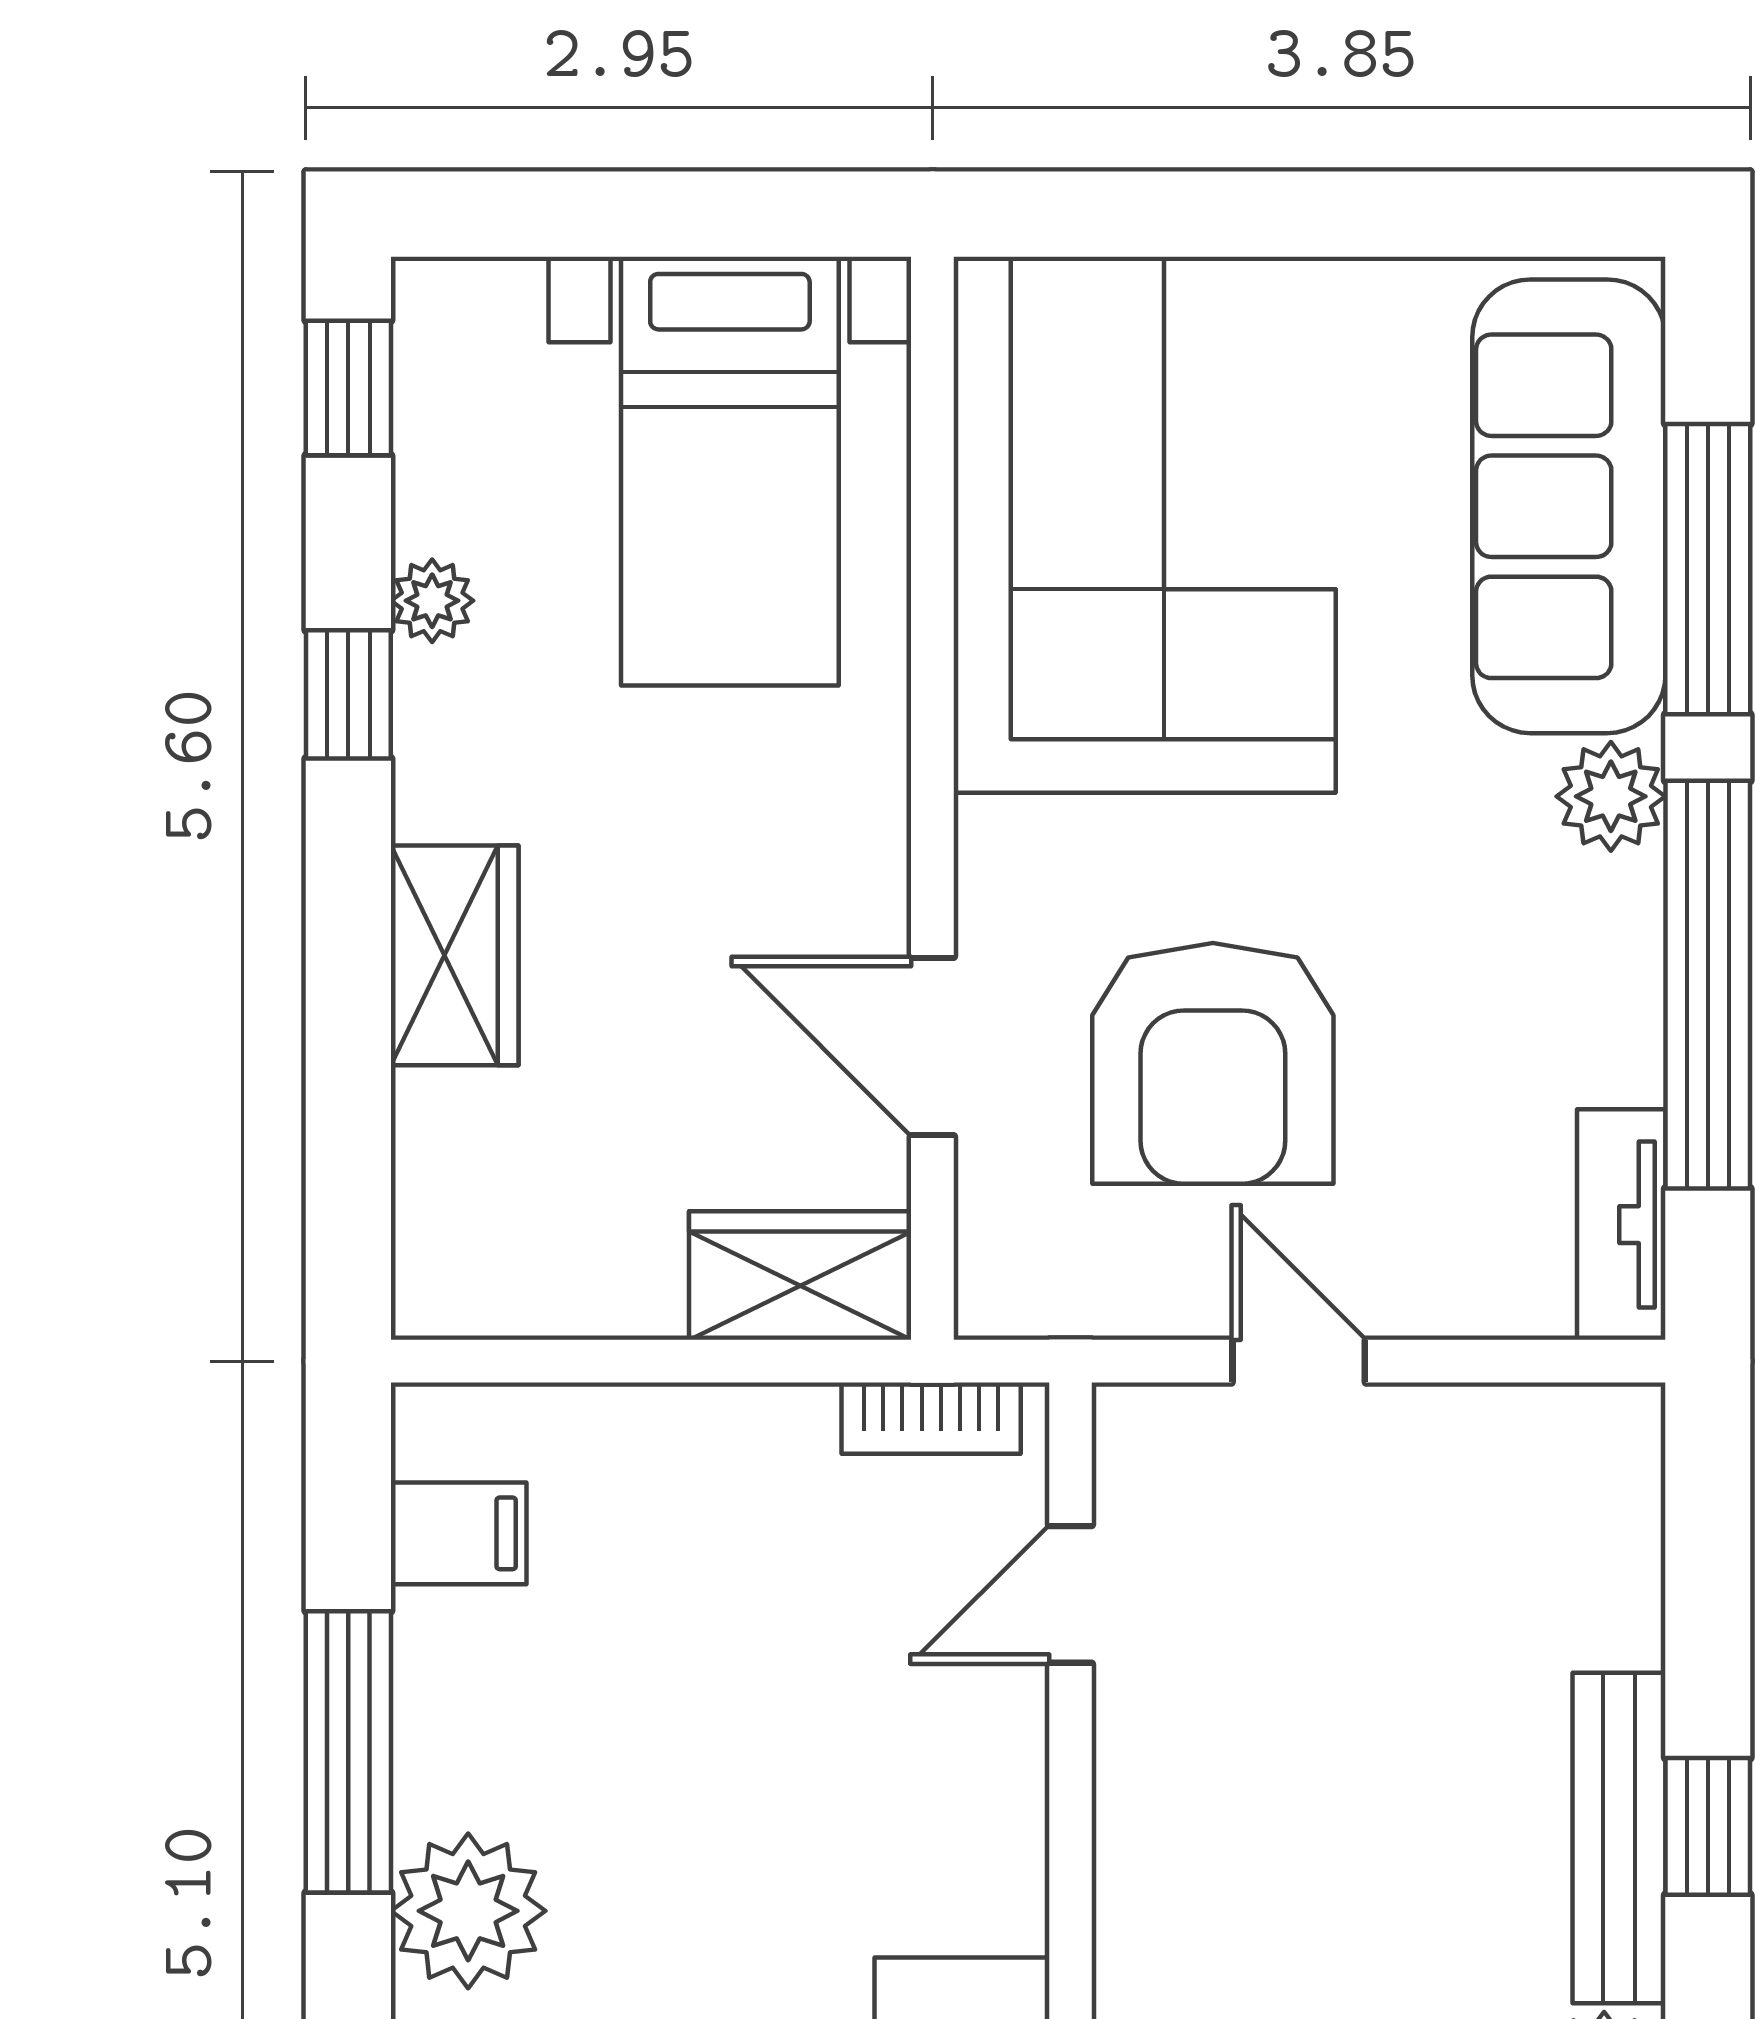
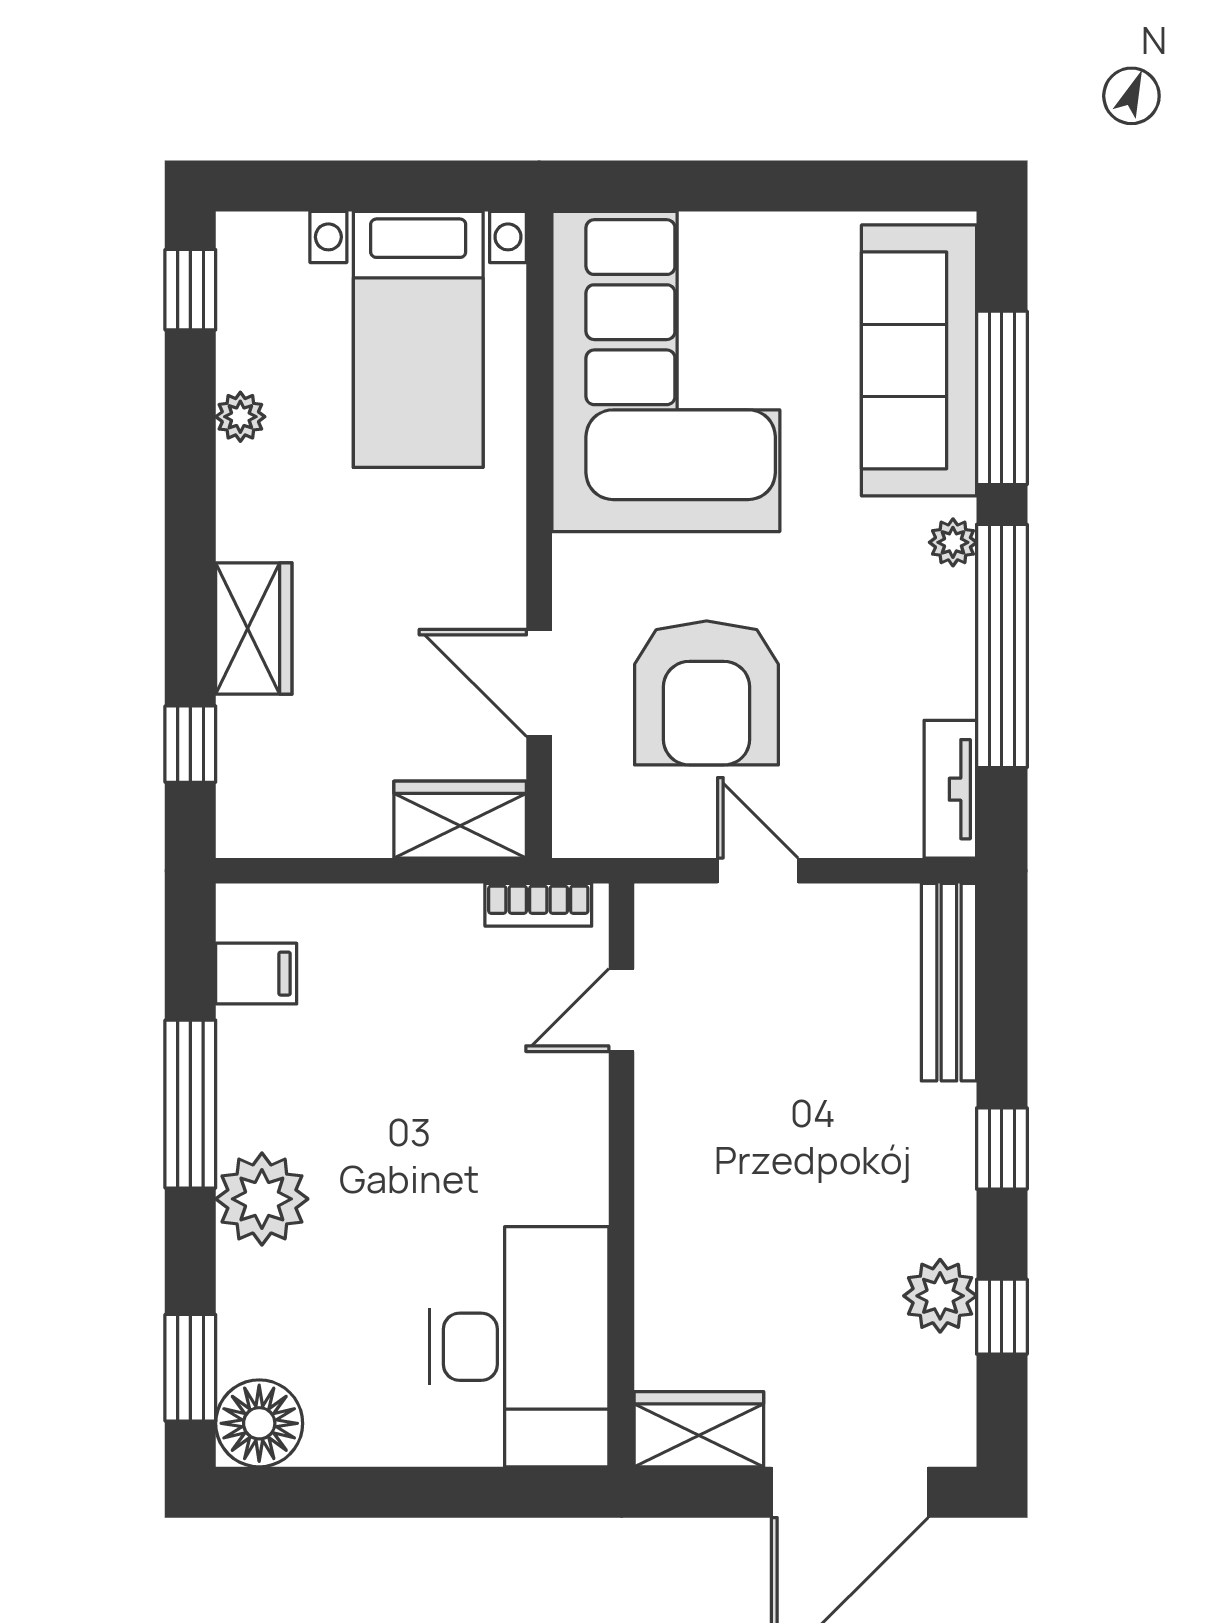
window: (348, 694) -> (190, 744), moved
plant: (1611, 796) -> (953, 542), width x0.73, depth x0.73
bench: (1619, 1838) -> (949, 982), moved

